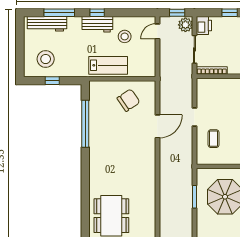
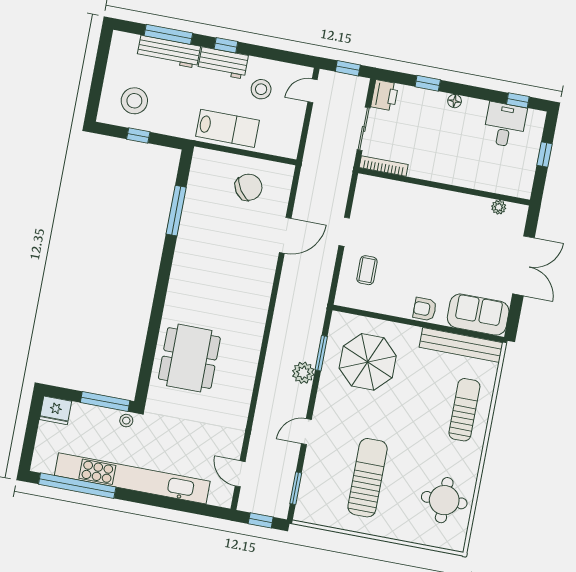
workbench: (47, 24) -> (169, 52), moved
plant: (185, 25) -> (303, 373), moved
window: (85, 124) -> (176, 211), width x0.68

